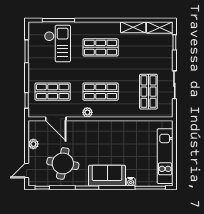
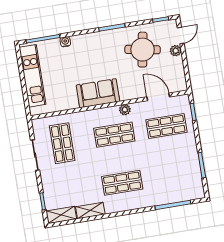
checkout: (57, 44) -> (170, 179), removed
plant: (33, 144) -> (176, 51), moved
sofa: (107, 176) -> (98, 93), moved, turned 180

